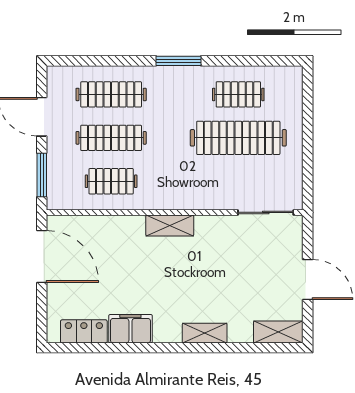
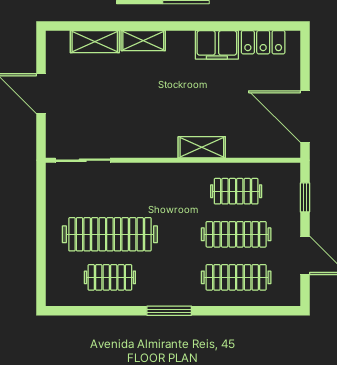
window: (42, 175) -> (305, 197), width x0.67
shelving: (170, 226) -> (202, 147), moved
shelving: (278, 332) -> (95, 42), moved

